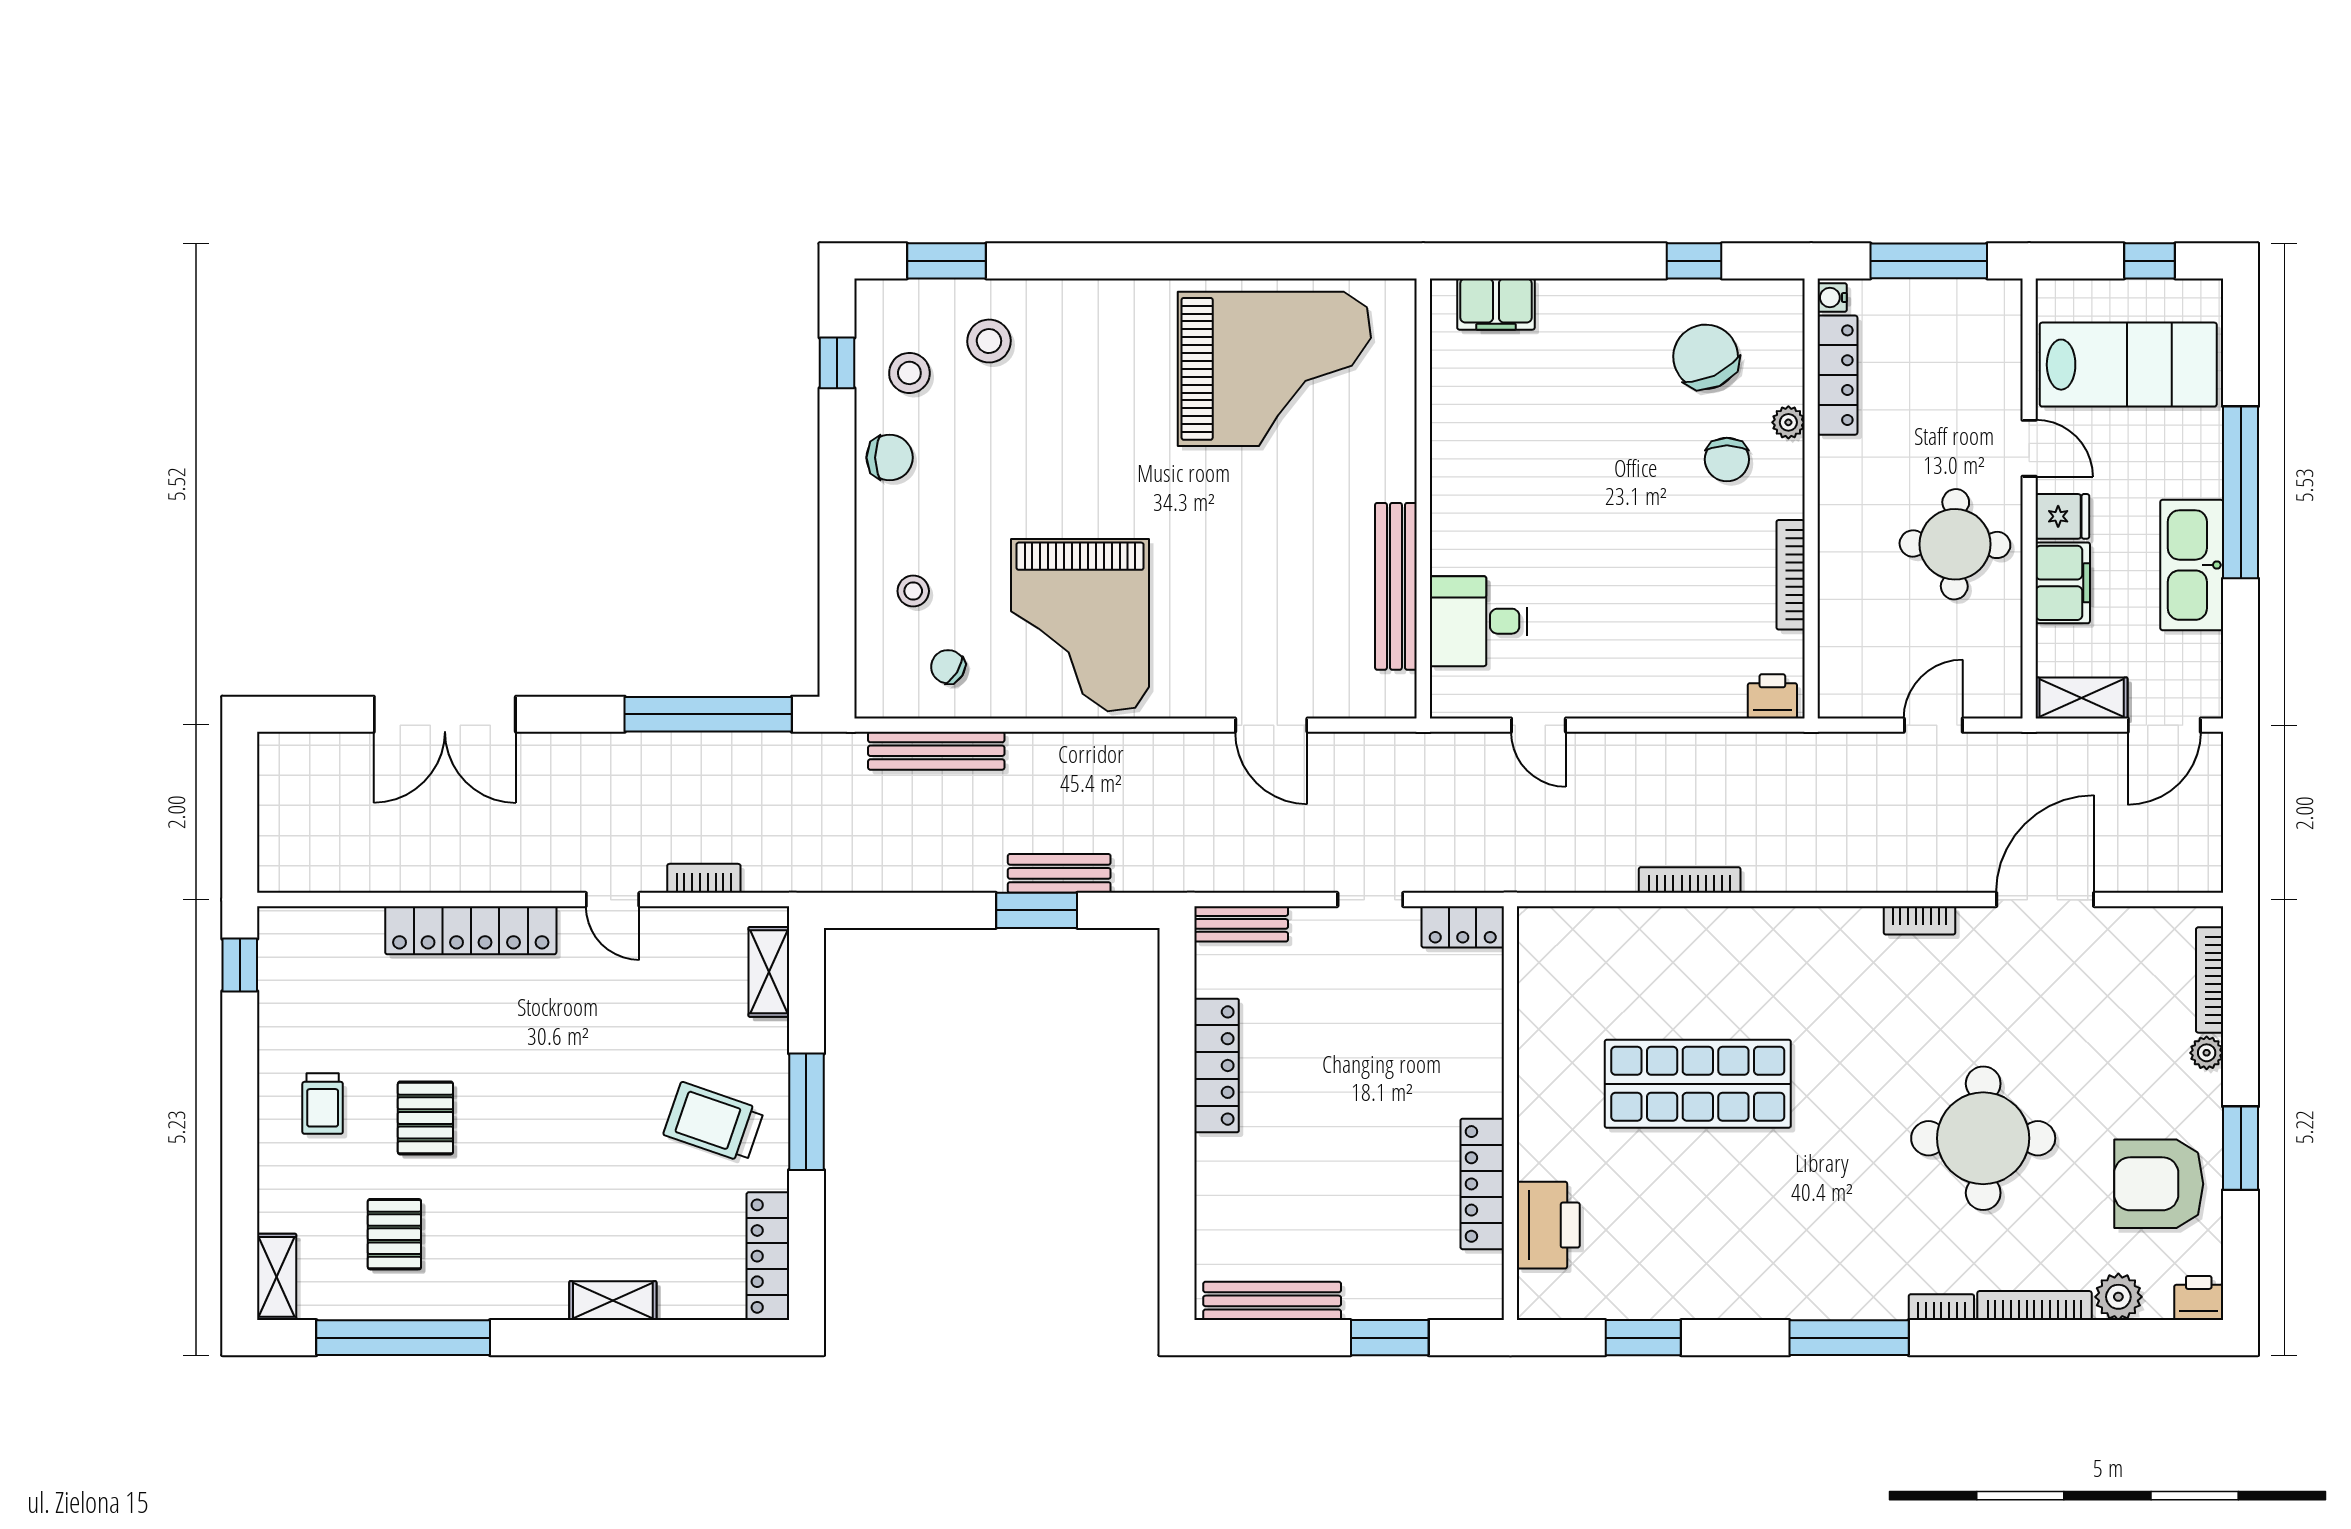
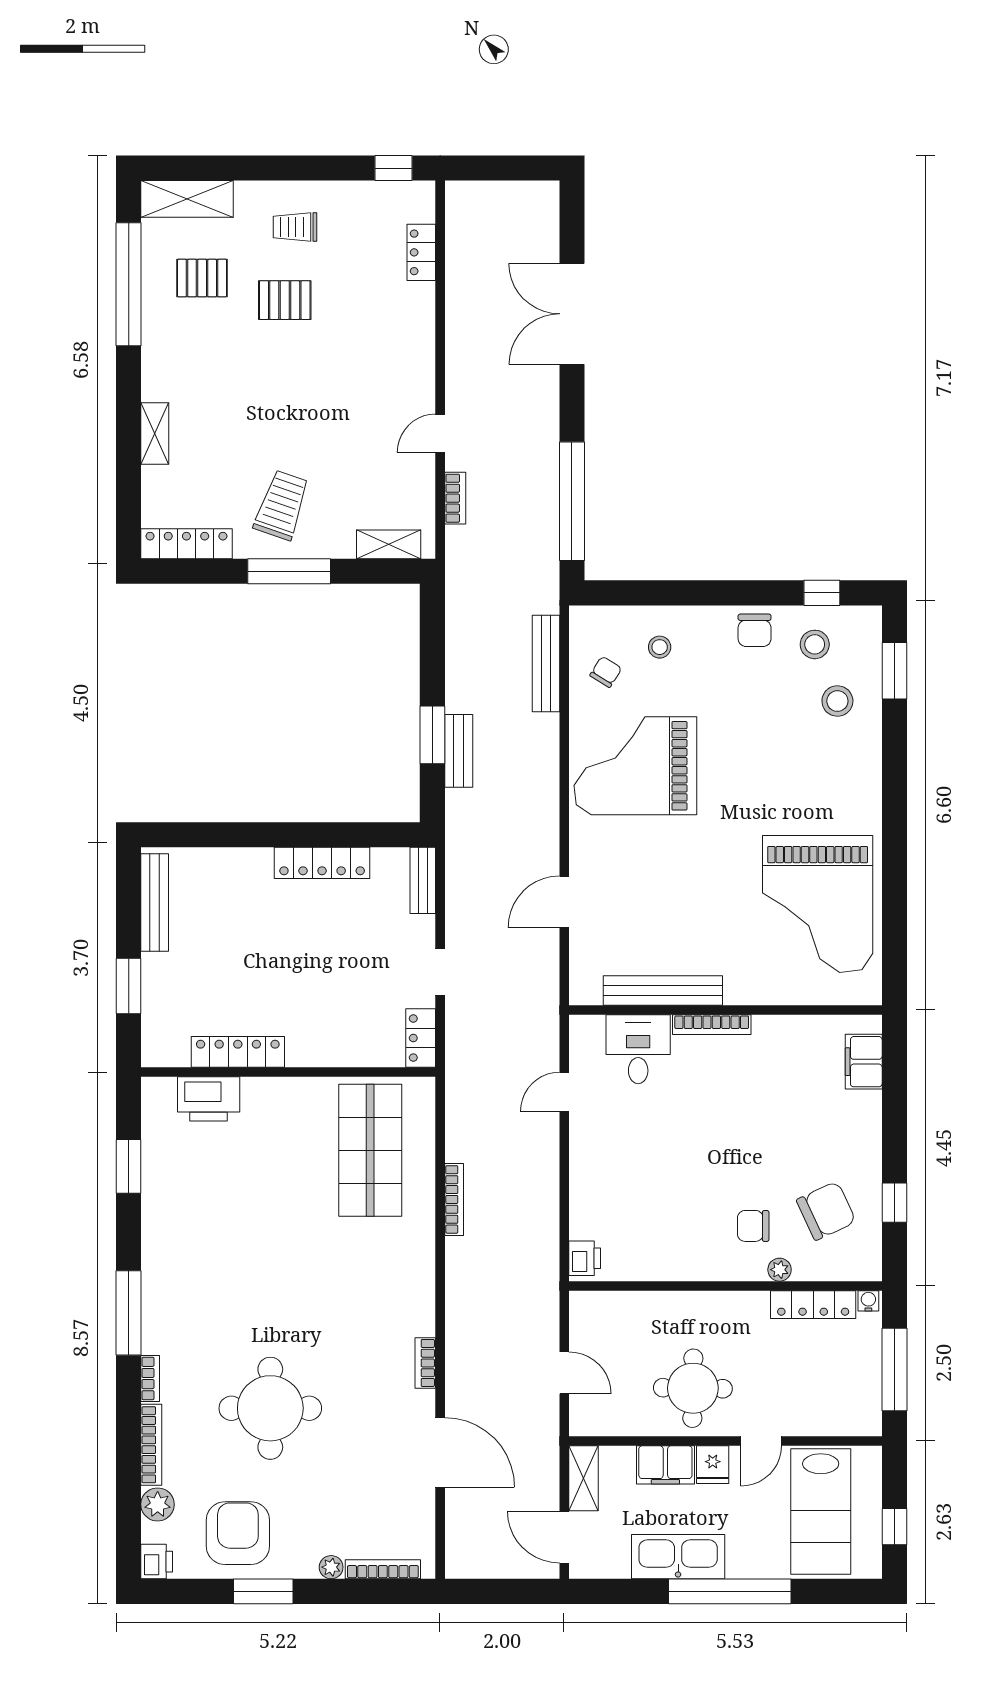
bookcase: (1791, 575) -> (712, 1025), moved, turned 180
locker: (471, 930) -> (421, 252), moved, width x0.46, depth x0.83
shop shelf: (1698, 1084) -> (370, 1150), moved
shelving: (277, 1277) -> (187, 199), width x1.50, depth x1.33

